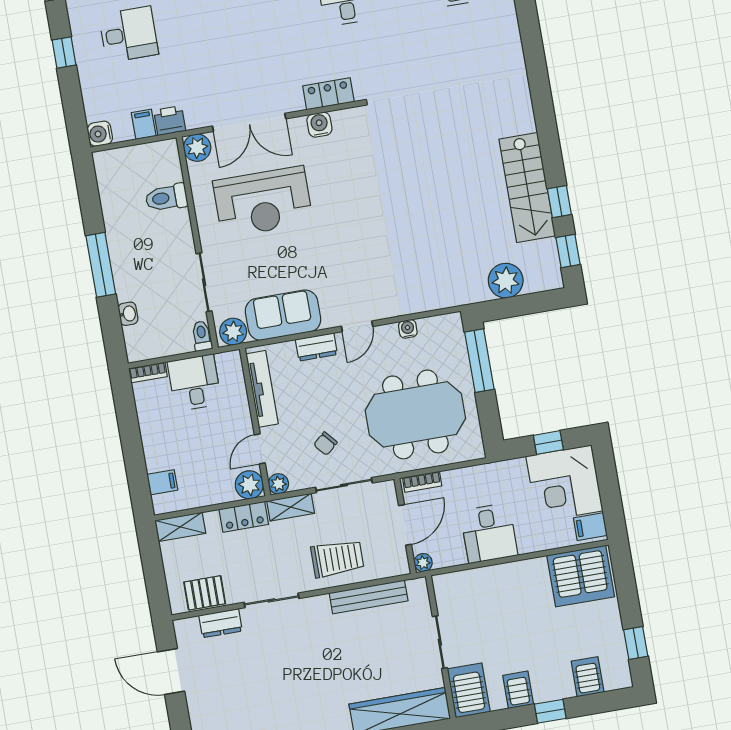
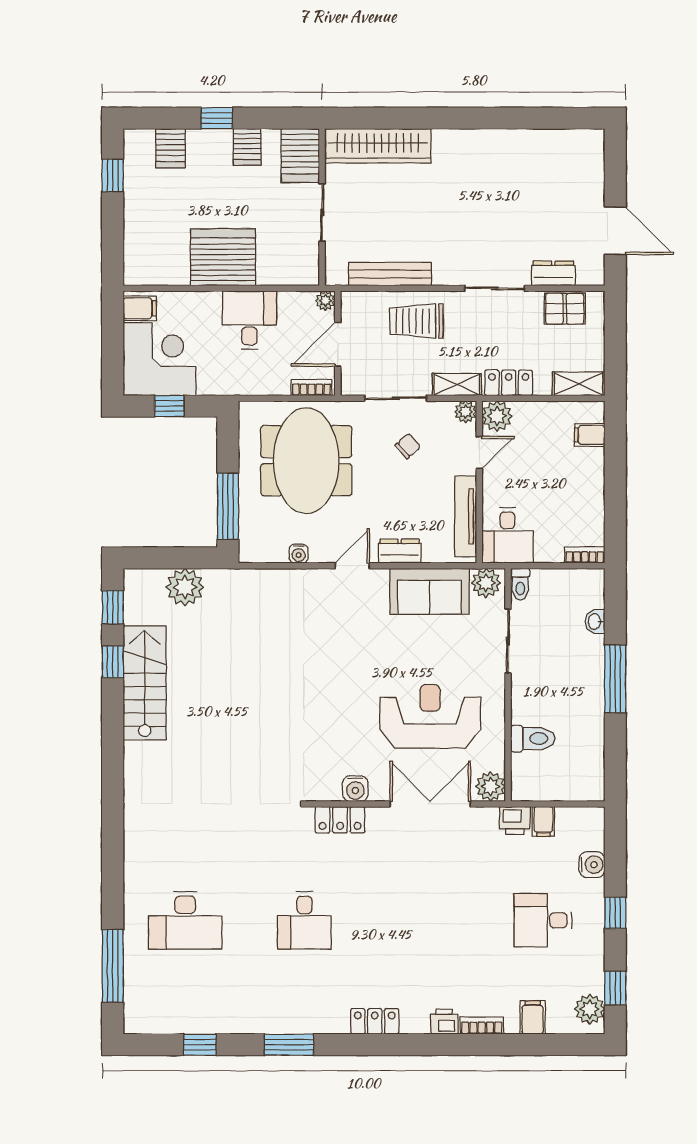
water cooler: (100, 134) -> (592, 865), moved
desk: (194, 383) -> (507, 535), moved
meeting table: (415, 414) -> (306, 461), turned 90
server rack: (581, 576) -> (223, 257), moved

